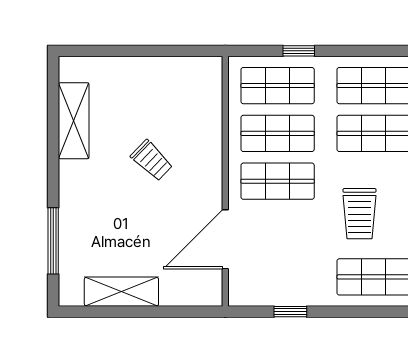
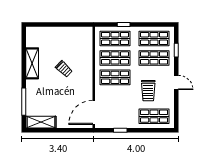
shelving: (74, 121) -> (32, 63), moved
door: (225, 239) -> (94, 112), moved
shelving: (121, 292) -> (41, 122), moved

